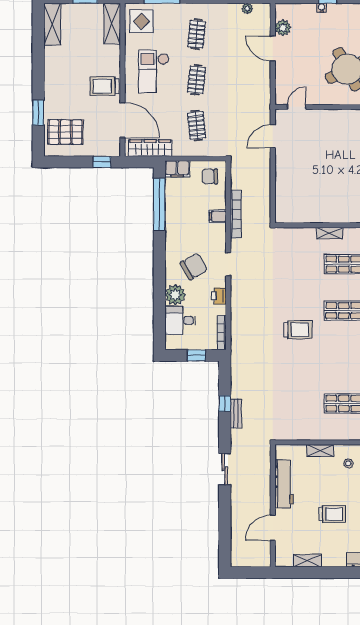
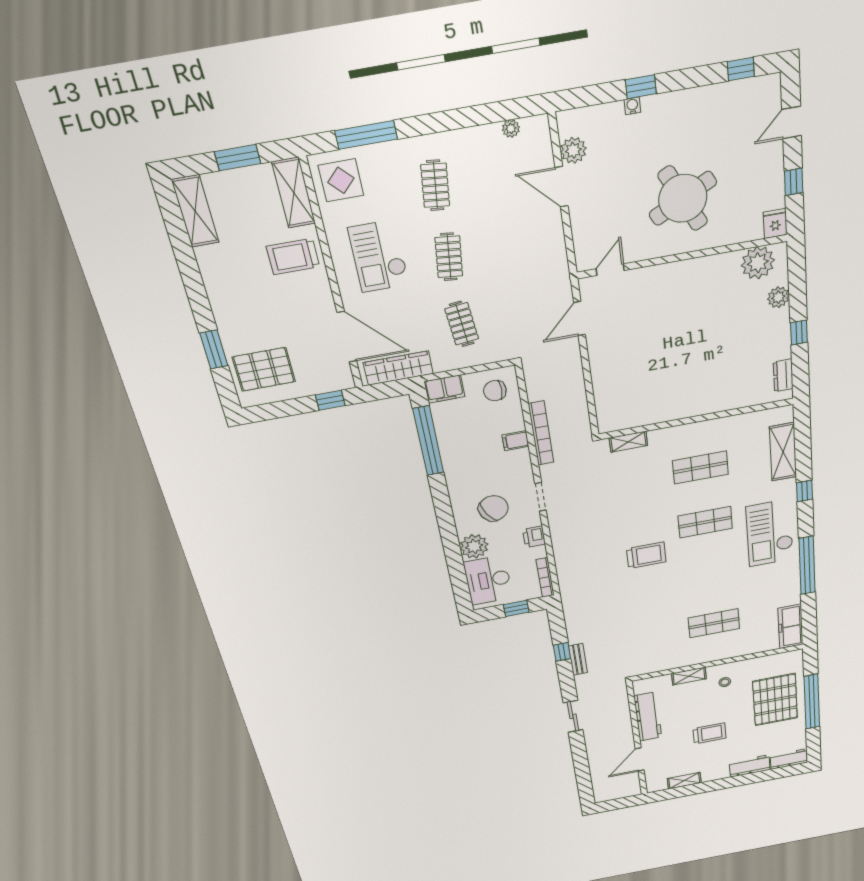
trolley: (104, 86) -> (293, 256), moved
shelving: (330, 233) -> (628, 442), moved
desk: (180, 320) -> (488, 580), width x1.37

